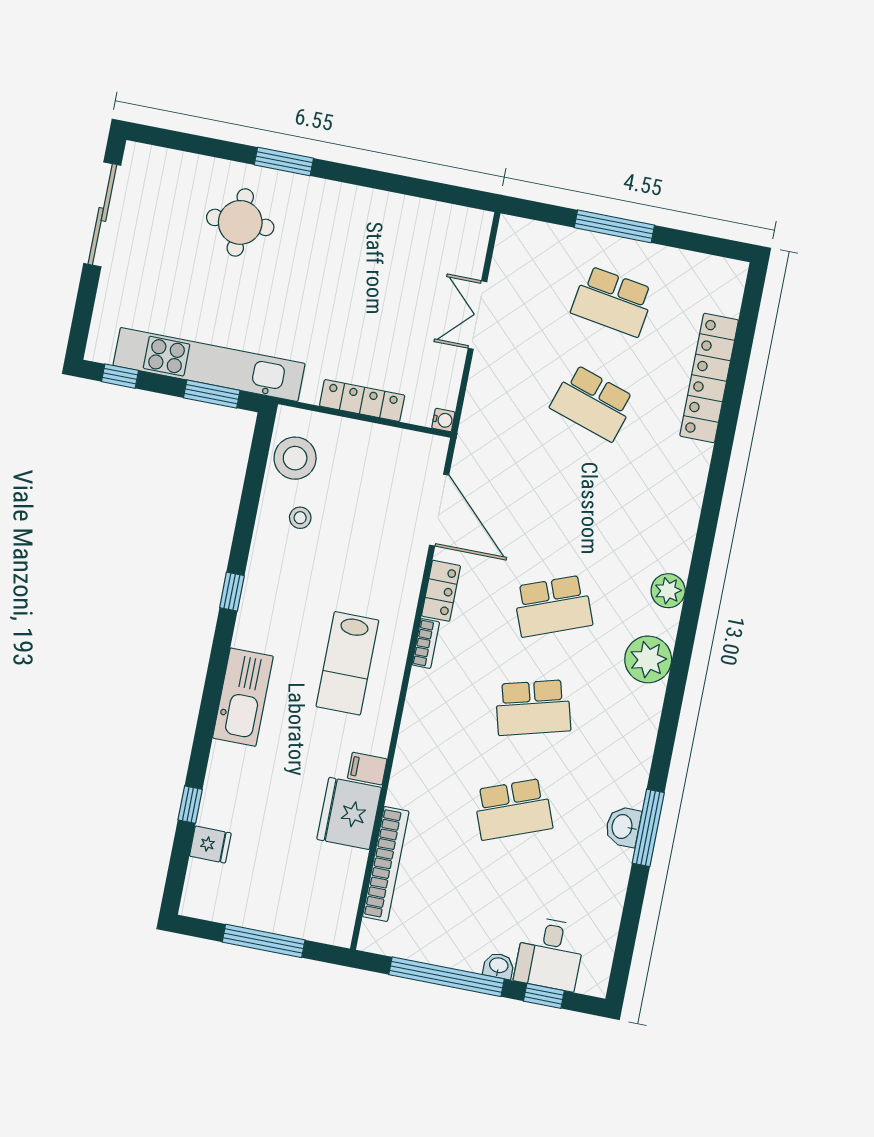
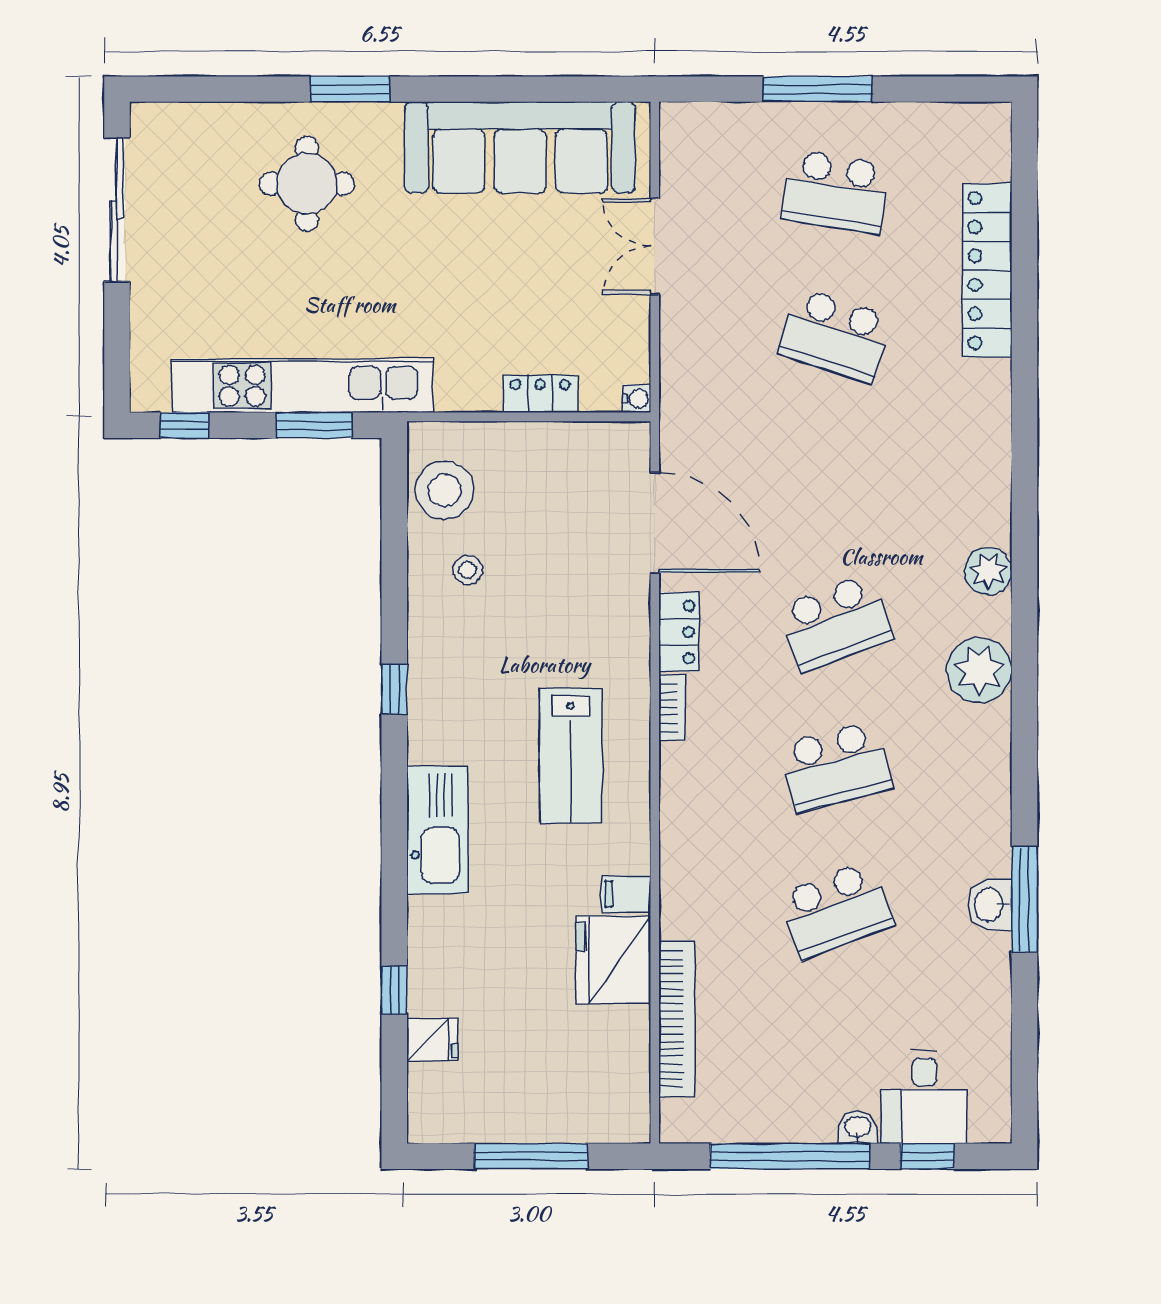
sofa: (396, 226) -> (520, 147), added
locker: (362, 401) -> (540, 394), width x0.66

